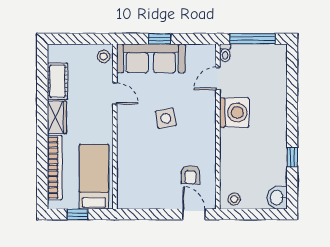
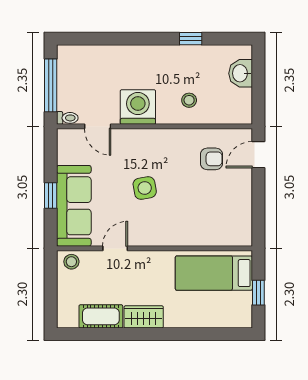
bookcase: (55, 168) -> (203, 319), removed
washbasin: (277, 198) -> (241, 73), moved, turned 90
stool: (234, 199) -> (189, 100), moved

